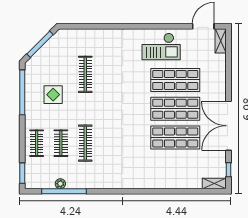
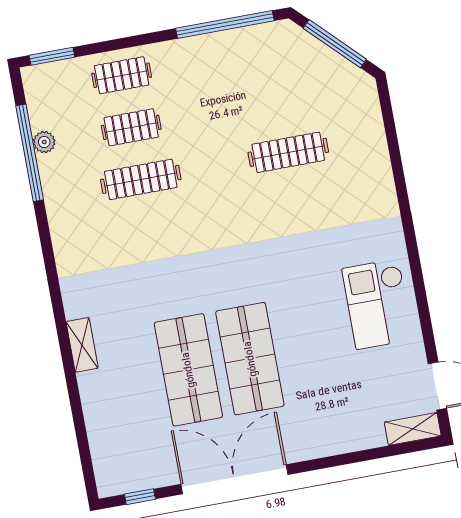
shop shelf: (175, 80) -> (311, 347), removed
display table: (53, 95) -> (232, 92), removed
shelving: (214, 183) -> (82, 345), moved

